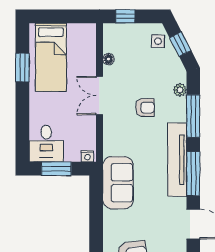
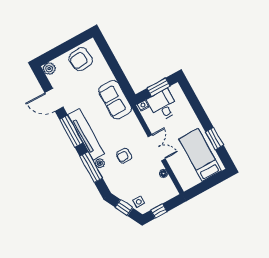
window: (125, 16) -> (159, 211), moved
plant: (180, 90) -> (100, 163), moved
desk: (46, 144) -> (163, 105), moved

